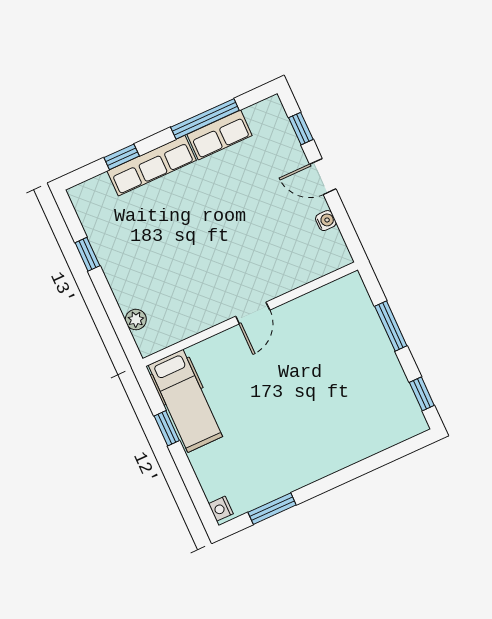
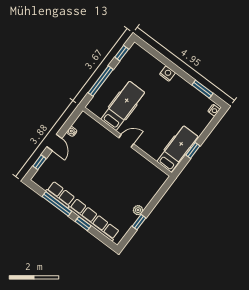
window: (122, 157) -> (83, 224), moved
row of seats: (152, 166) -> (94, 220), width x1.36
plant: (136, 320) -> (138, 210), moved
window: (391, 326) -> (101, 81), width x1.44
hospital bed: (322, 342) -> (123, 106), added
nightstand: (337, 459) -> (167, 74), added

